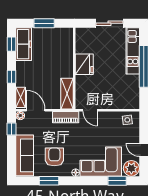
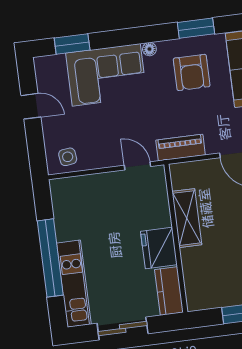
kitchen counter: (82, 40) -> (169, 291), added
shelving: (67, 94) -> (187, 218), moved
plant: (131, 168) -> (49, 70), removed

